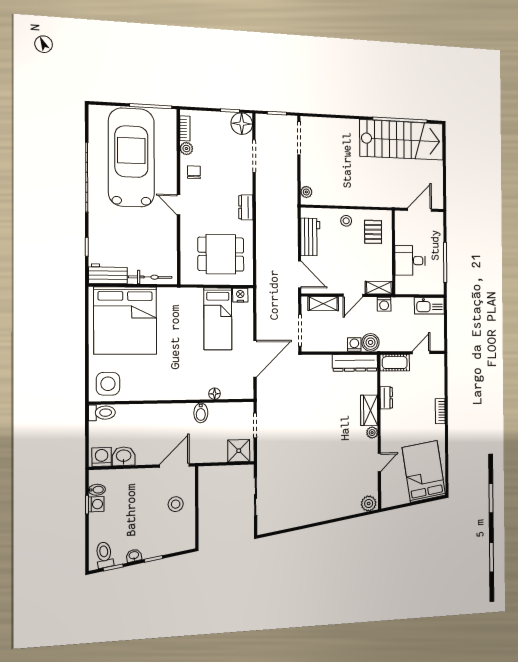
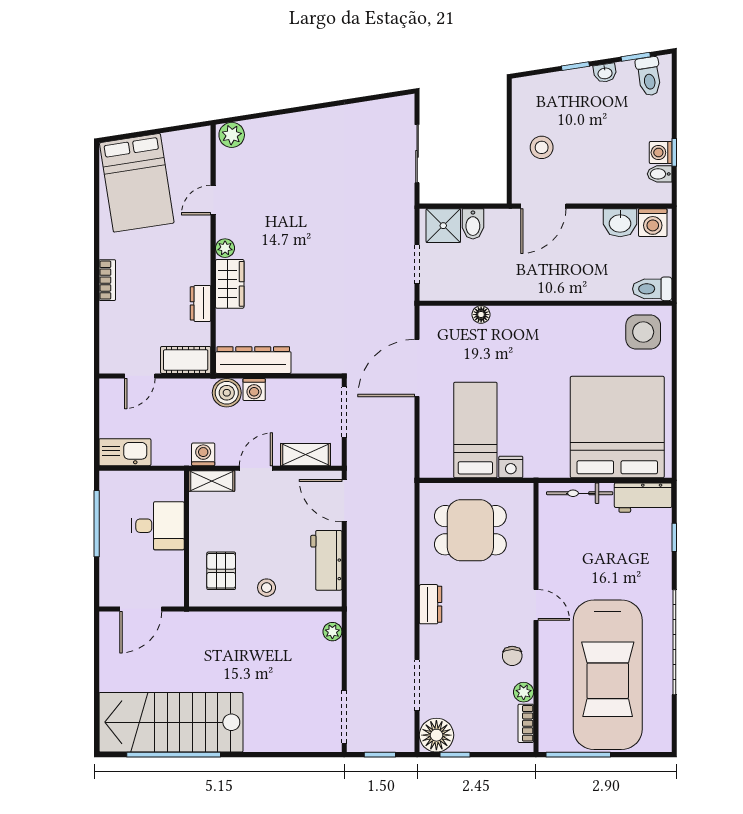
nightstand: (240, 295) -> (511, 467), moved
bidet: (201, 413) -> (473, 224), moved, turned 180

